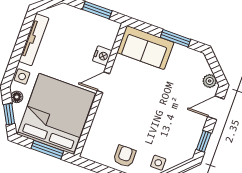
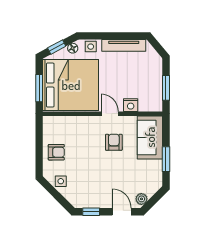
armchair: (136, 89) -> (114, 142), added

